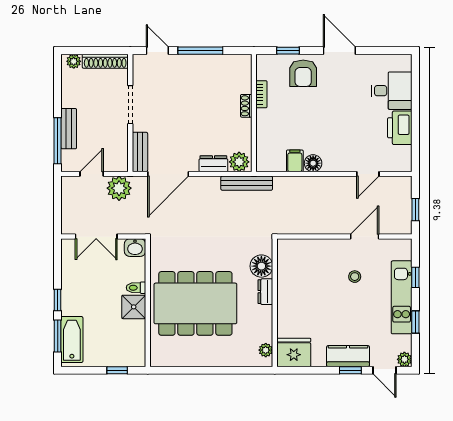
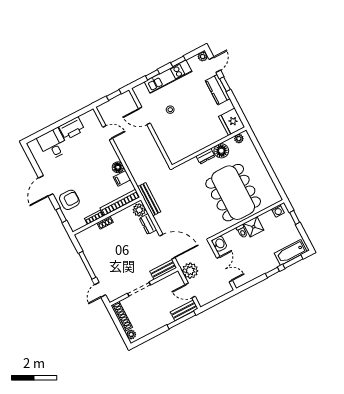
bench: (69, 129) -> (184, 310), moved
bookcase: (263, 141) -> (120, 203), added
floor lamp: (261, 266) -> (221, 151), moved
washing machine: (138, 352) -> (278, 211), added

